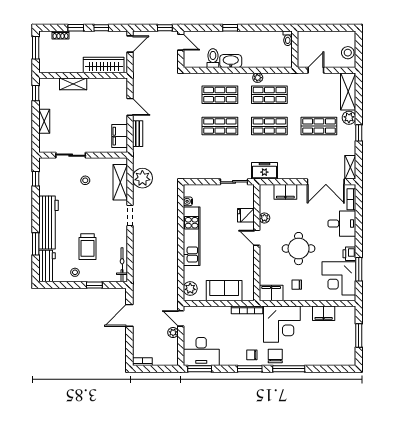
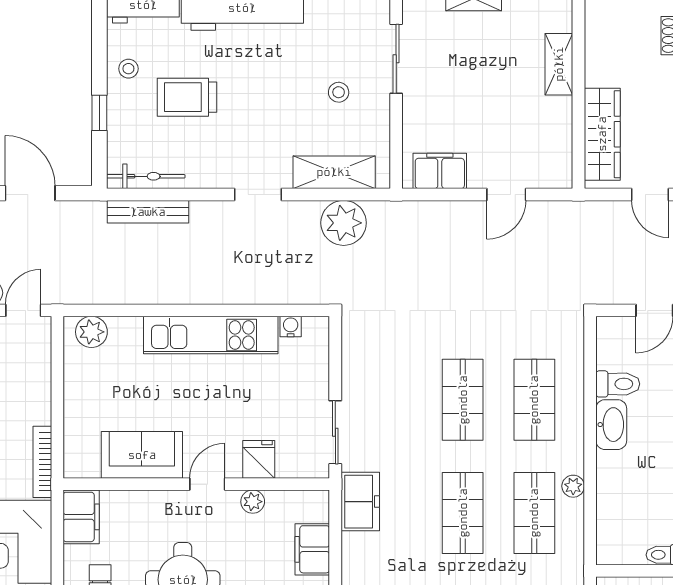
bench: (138, 134) -> (148, 212), moved, width x1.36
sofa: (224, 291) -> (142, 455), moved, turned -90

